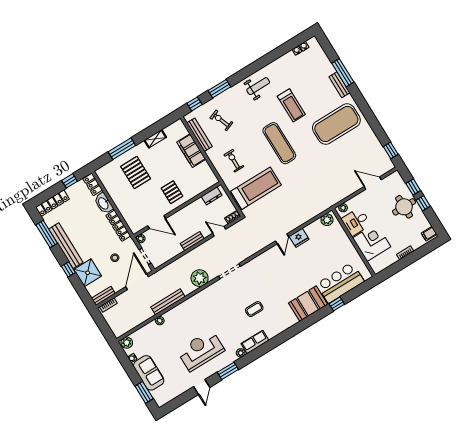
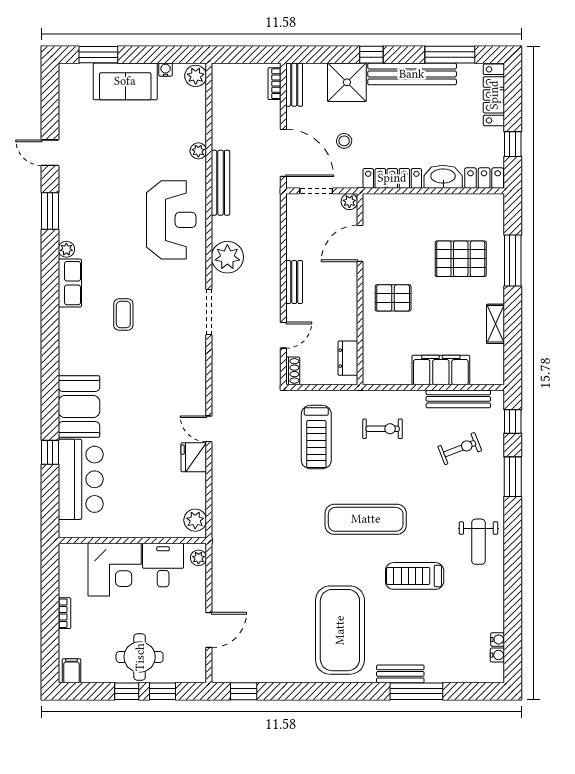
treadmill: (256, 188) -> (316, 437), width x0.73, depth x0.73
reception desk: (201, 350) -> (171, 220), moved

